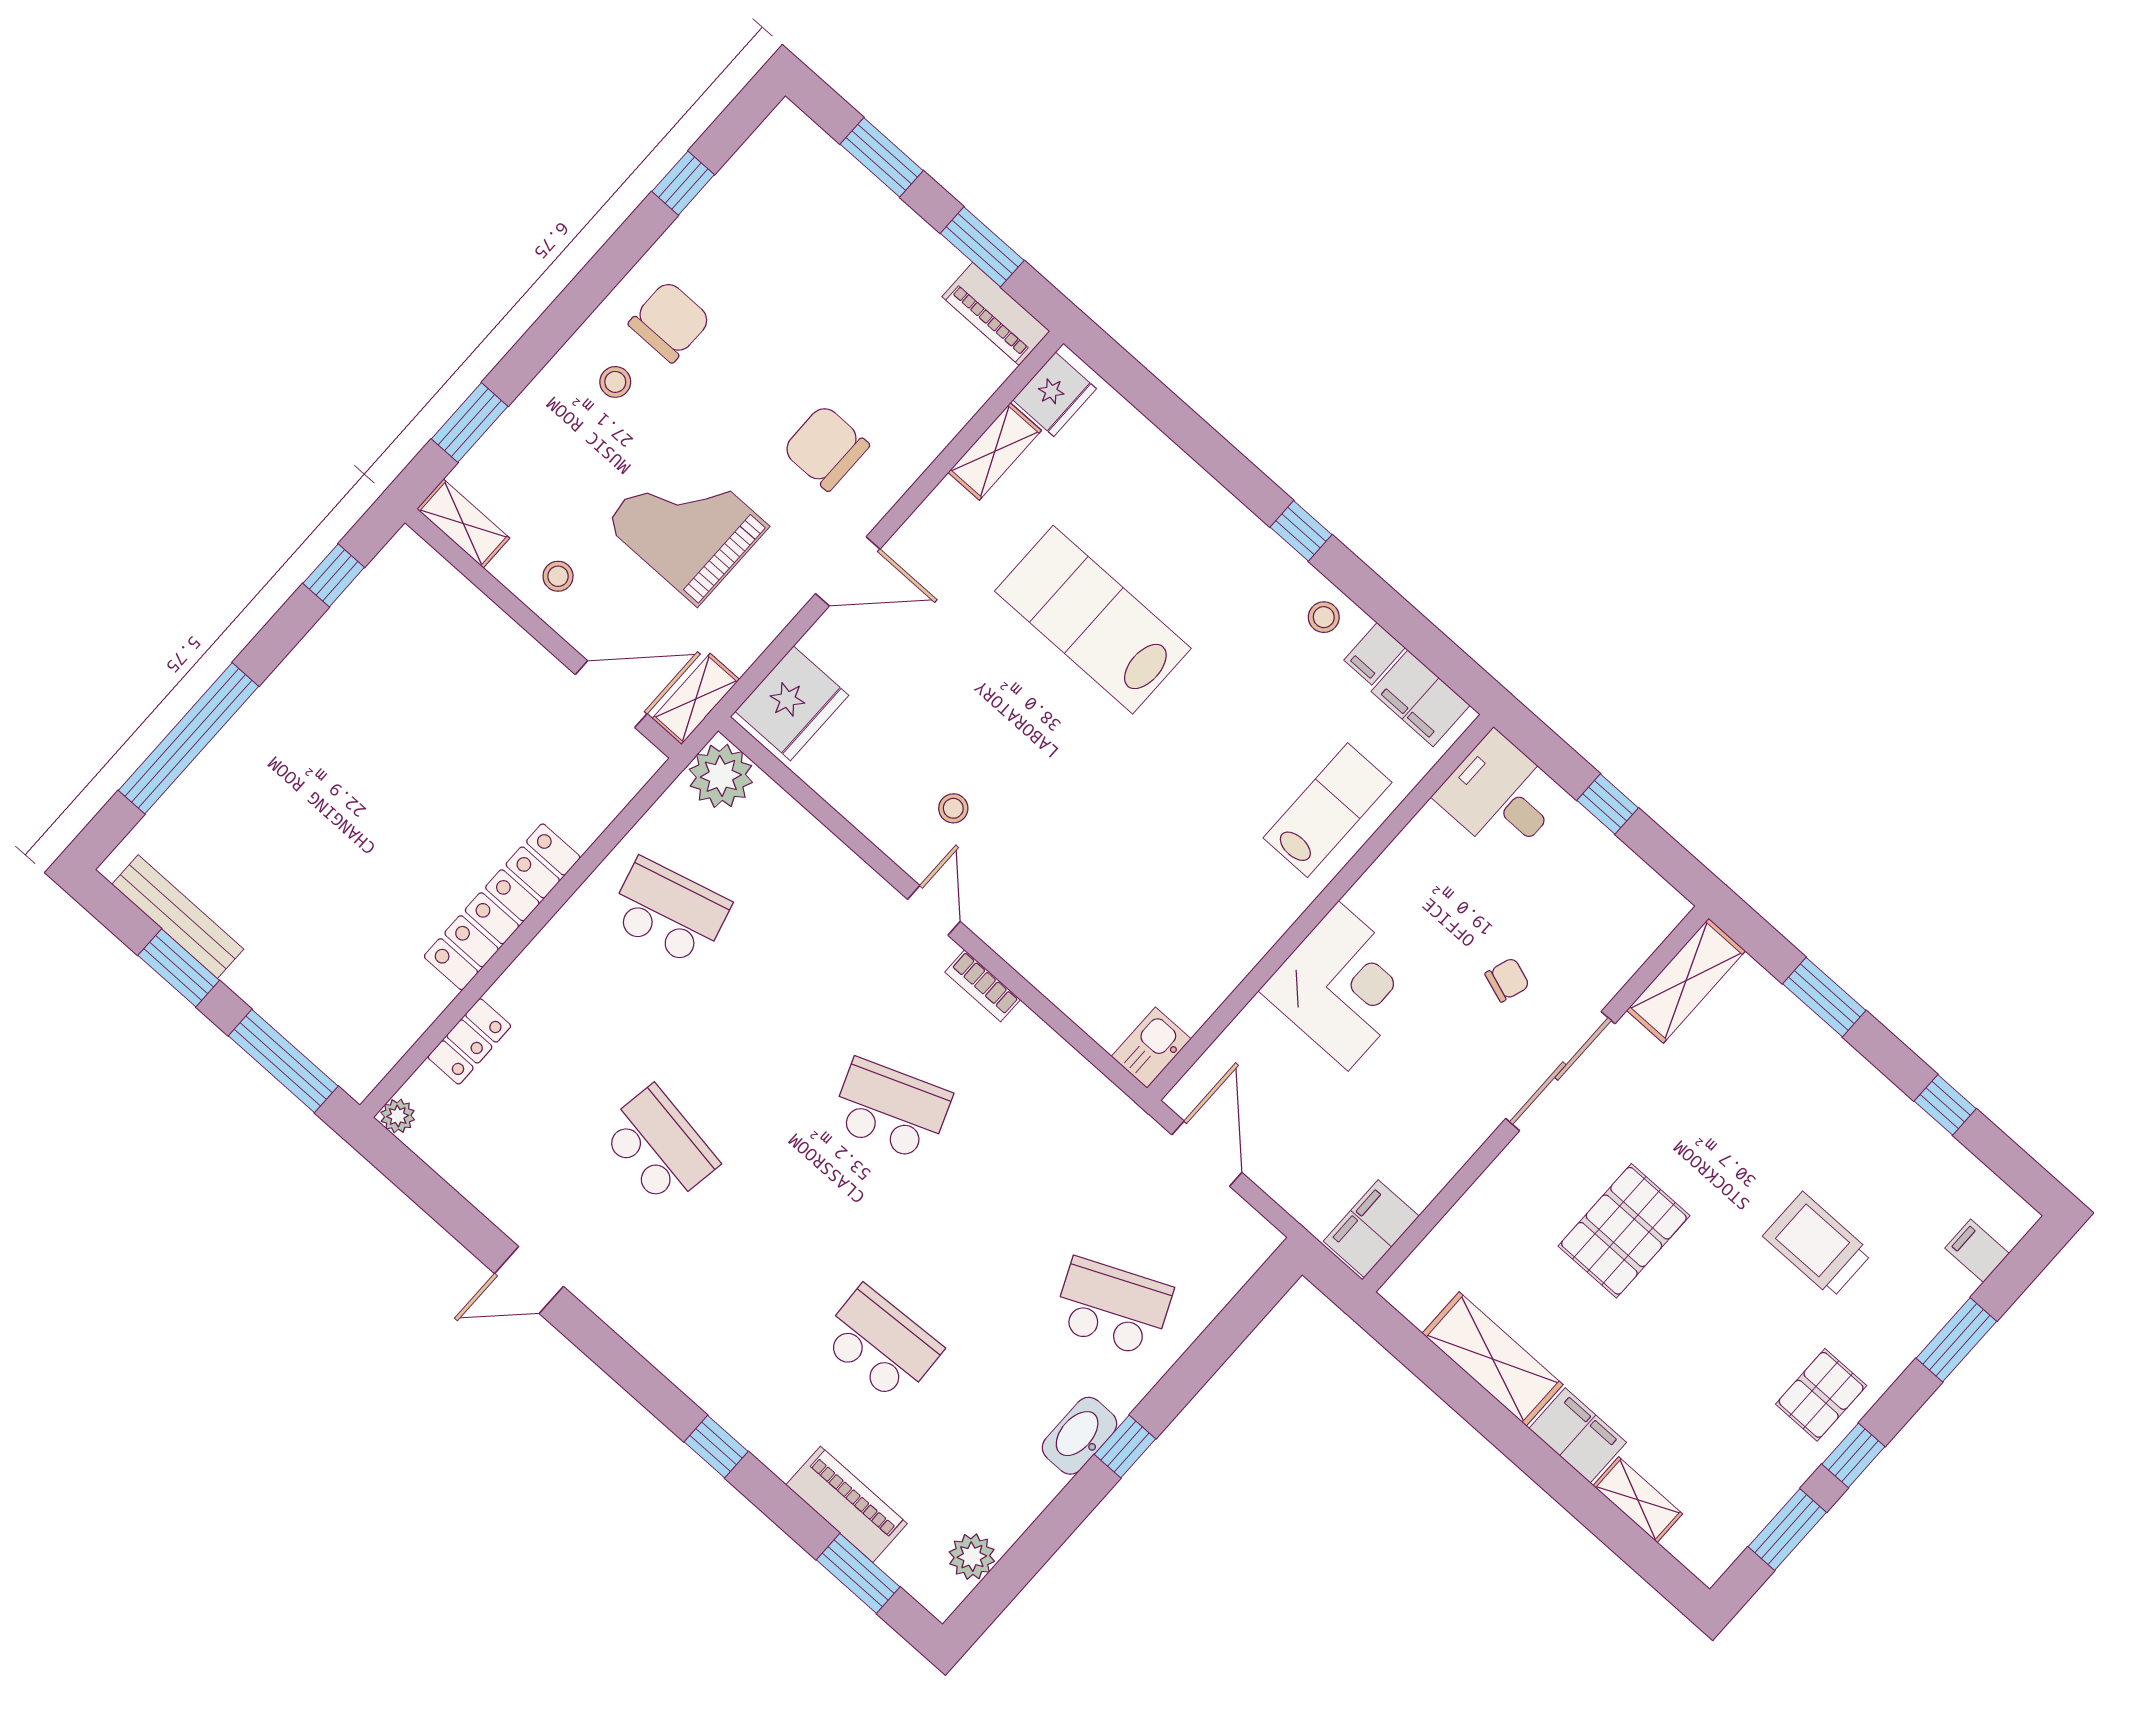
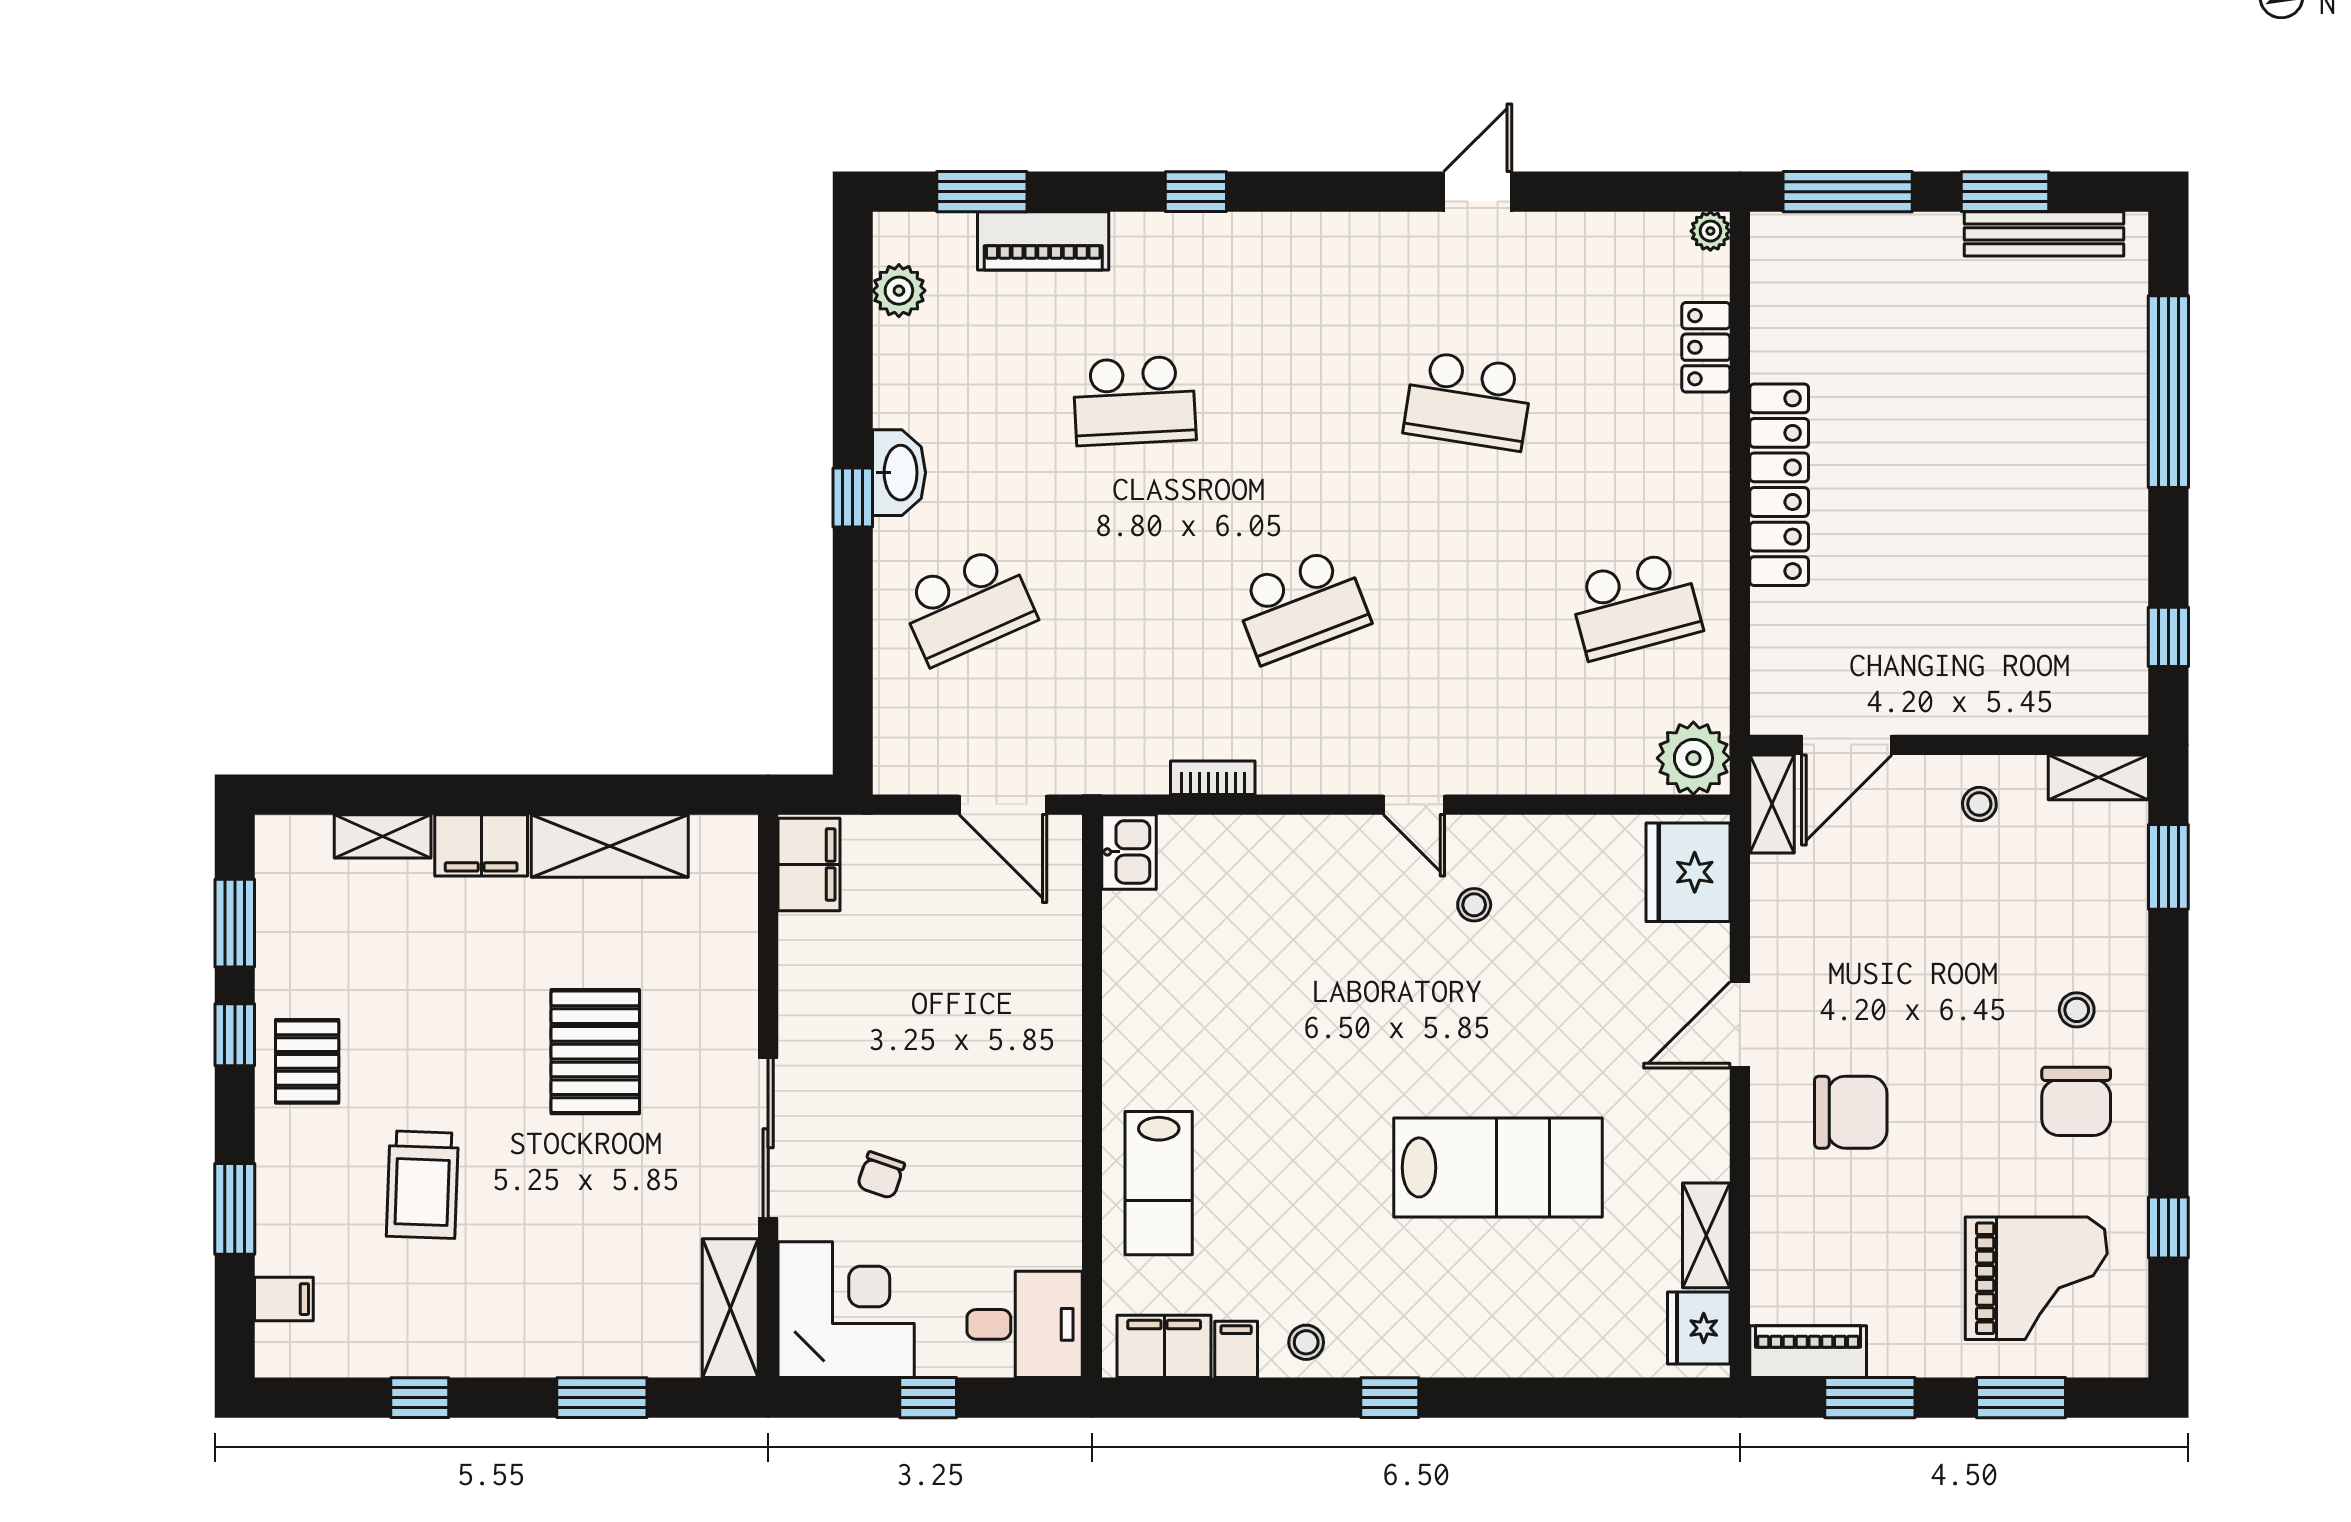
grand piano: (687, 525) -> (2036, 1278), moved
bookcase: (983, 986) -> (1213, 778), moved
corner desk: (1343, 986) -> (846, 1310), moved, turned 180
trolley: (1817, 1245) -> (422, 1185), turned 92

